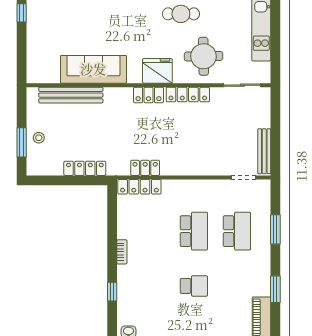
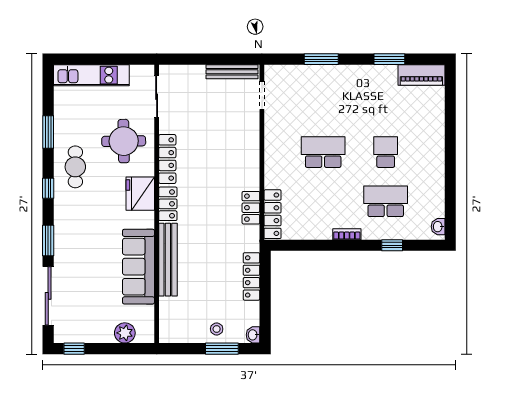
plant: (35, 57) -> (125, 333), added
bench: (71, 95) -> (168, 260), moved
washbasin: (34, 170) -> (253, 335), added
school desk: (237, 231) -> (386, 201), moved

